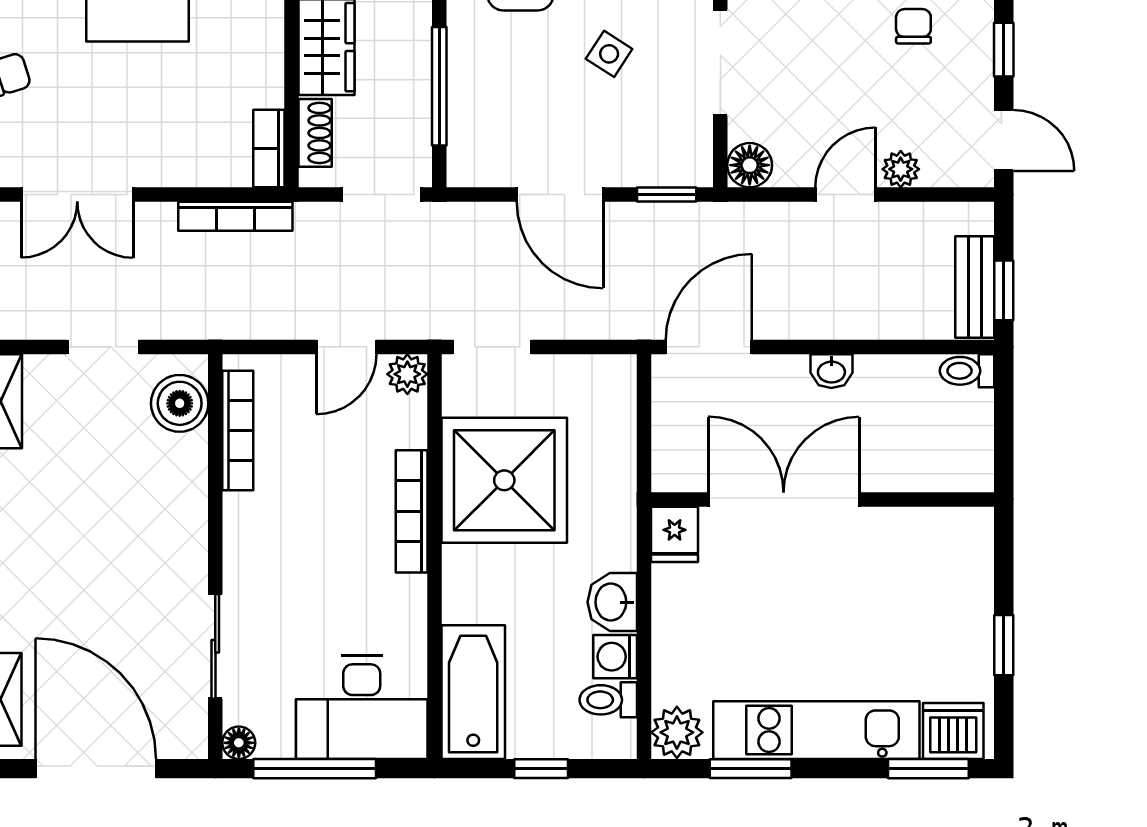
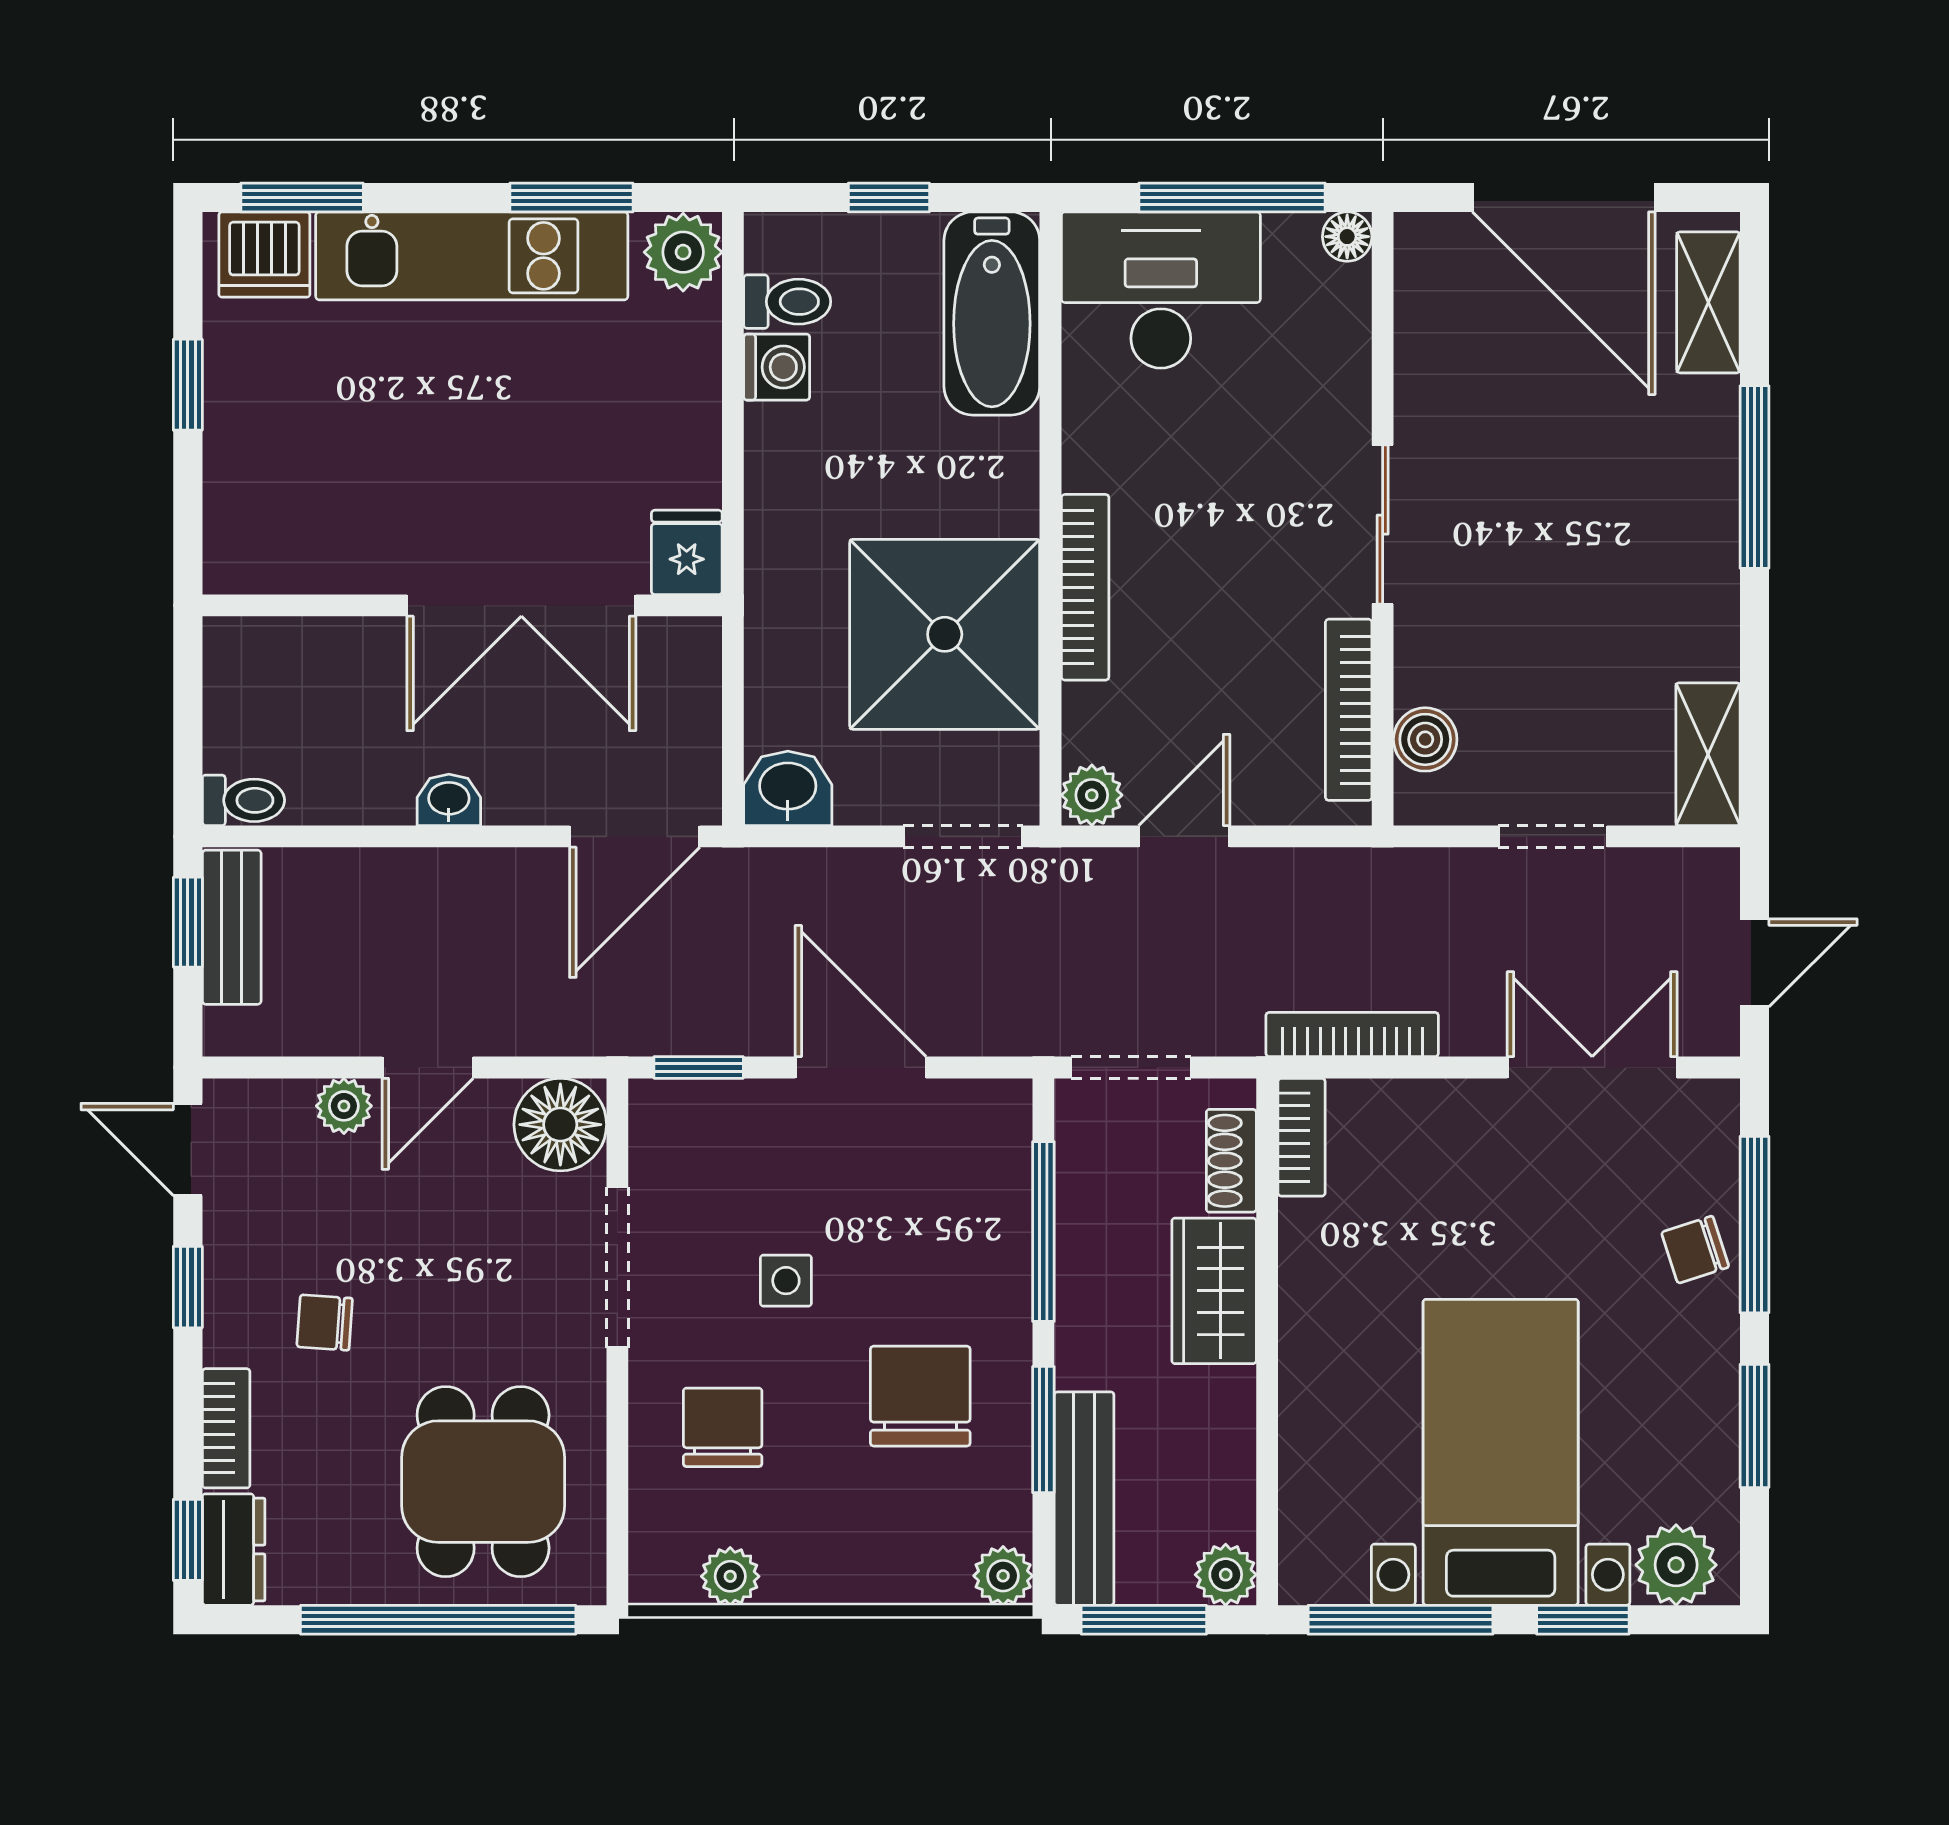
chair: (913, 26) -> (325, 1322), turned 94
side table: (609, 54) -> (786, 1281), turned -33
floor lamp: (750, 165) -> (560, 1125), width x1.38, depth x1.38
boiler: (180, 403) -> (1425, 739), width x0.73, depth x0.73
washbasin: (612, 602) -> (788, 788), moved, turned -90
sliding door: (215, 646) -> (1383, 525), moved

